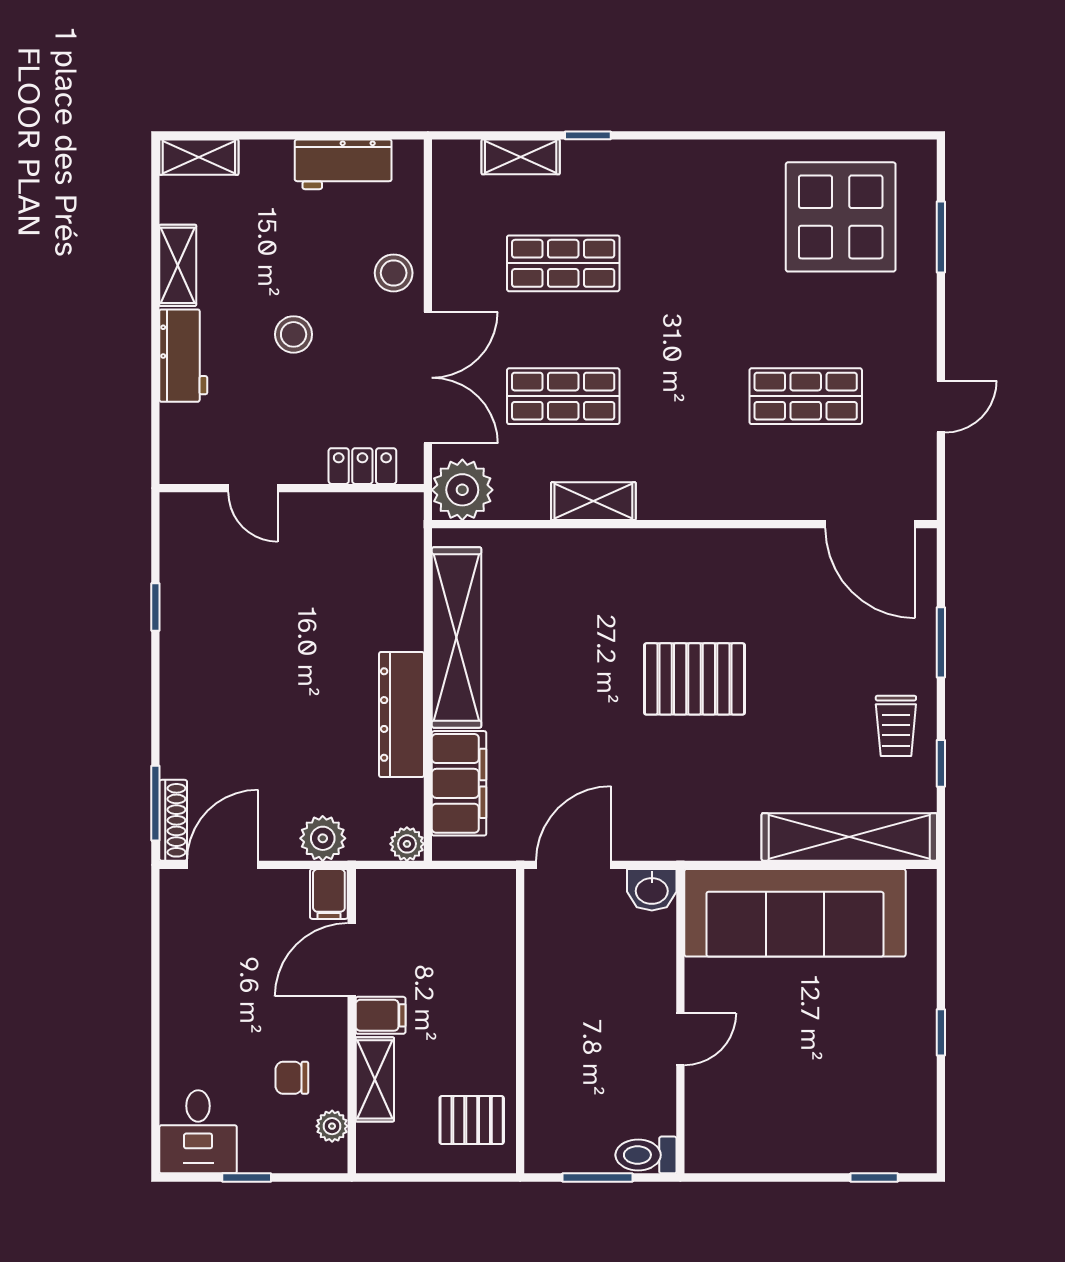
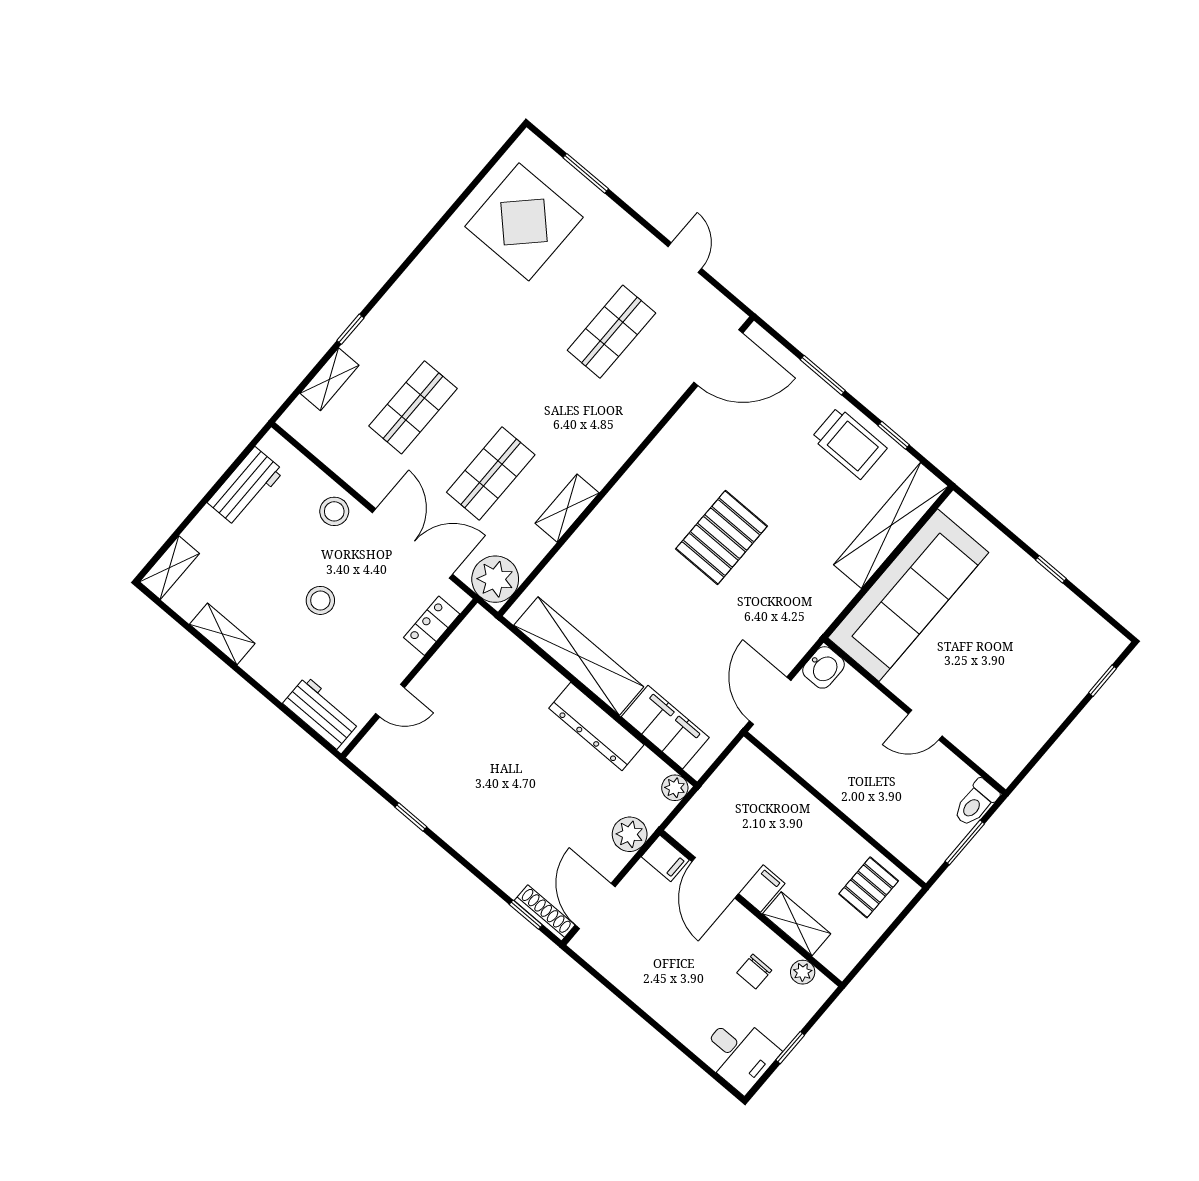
workbench: (183, 356) -> (321, 713), moved
trolley: (896, 726) -> (849, 443), width x1.36, depth x1.39
window: (155, 803) -> (526, 915), width x0.67
door: (680, 1039) -> (925, 725), swing flipped

